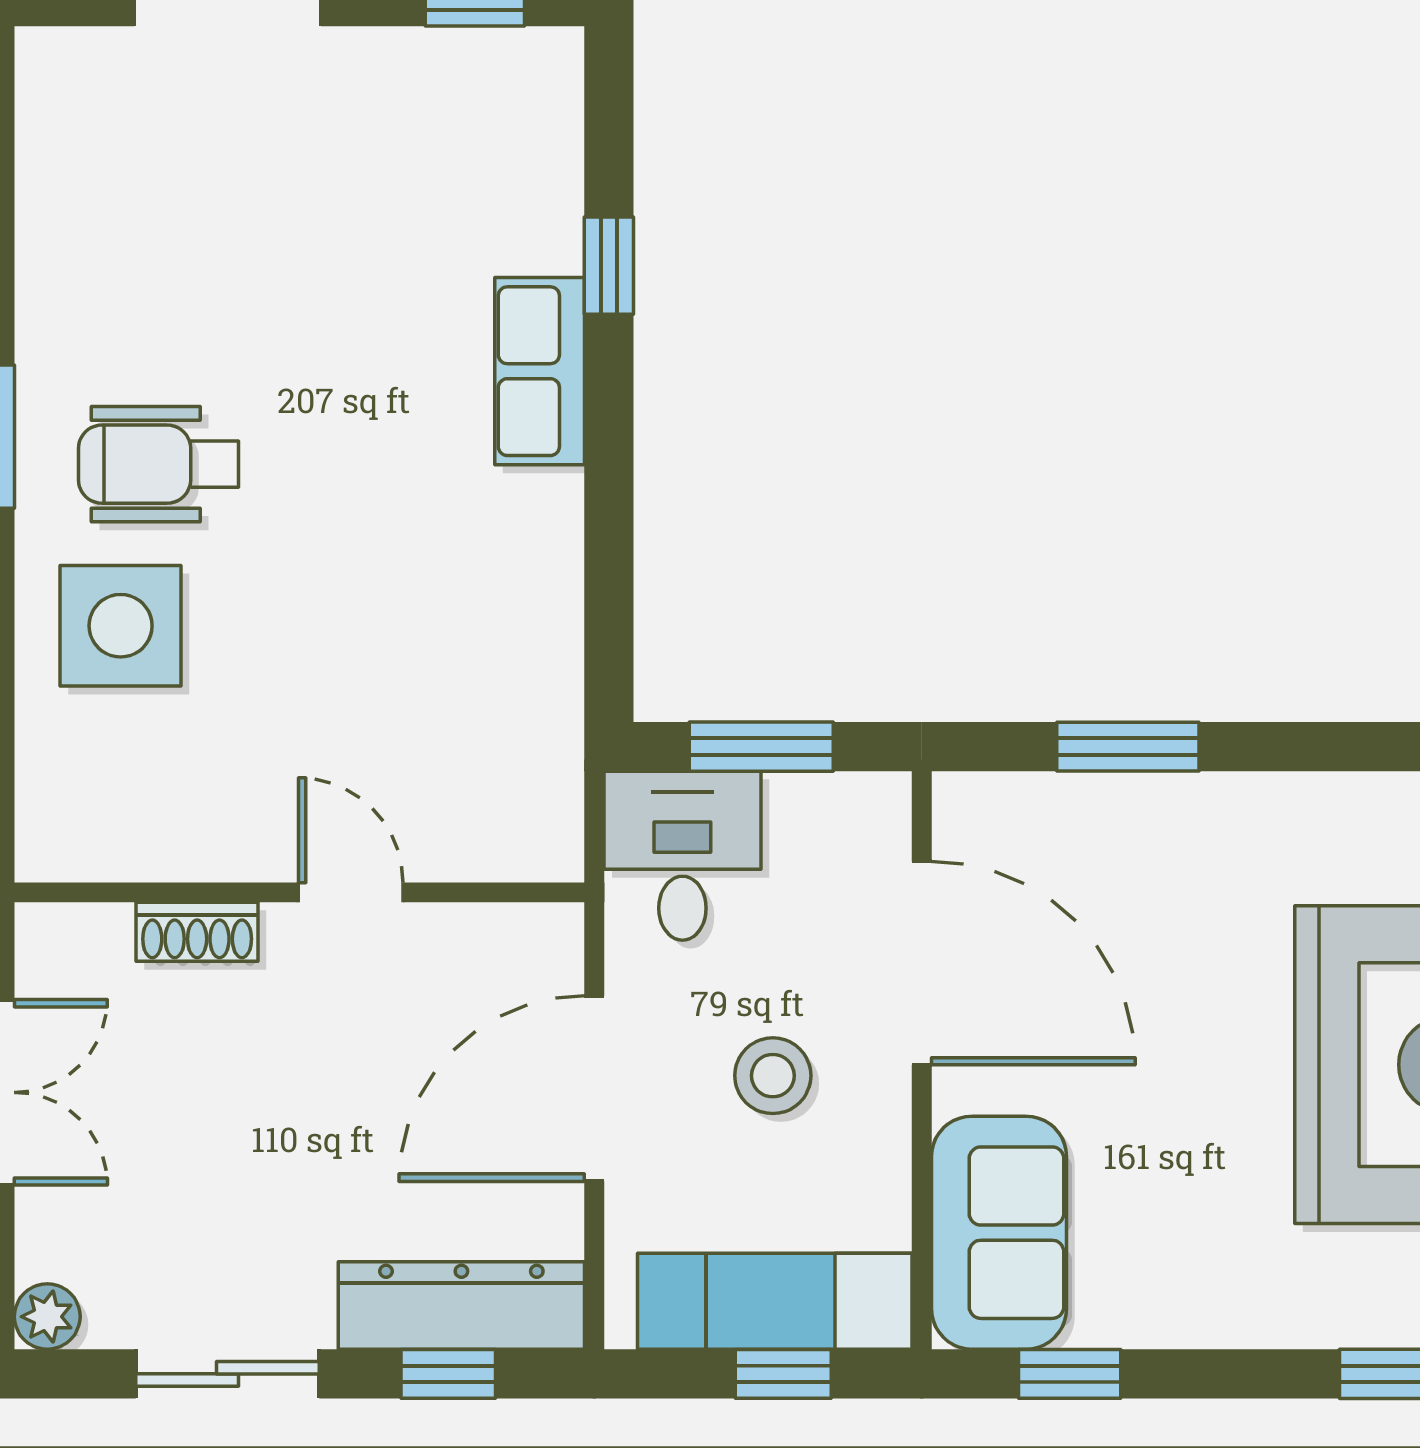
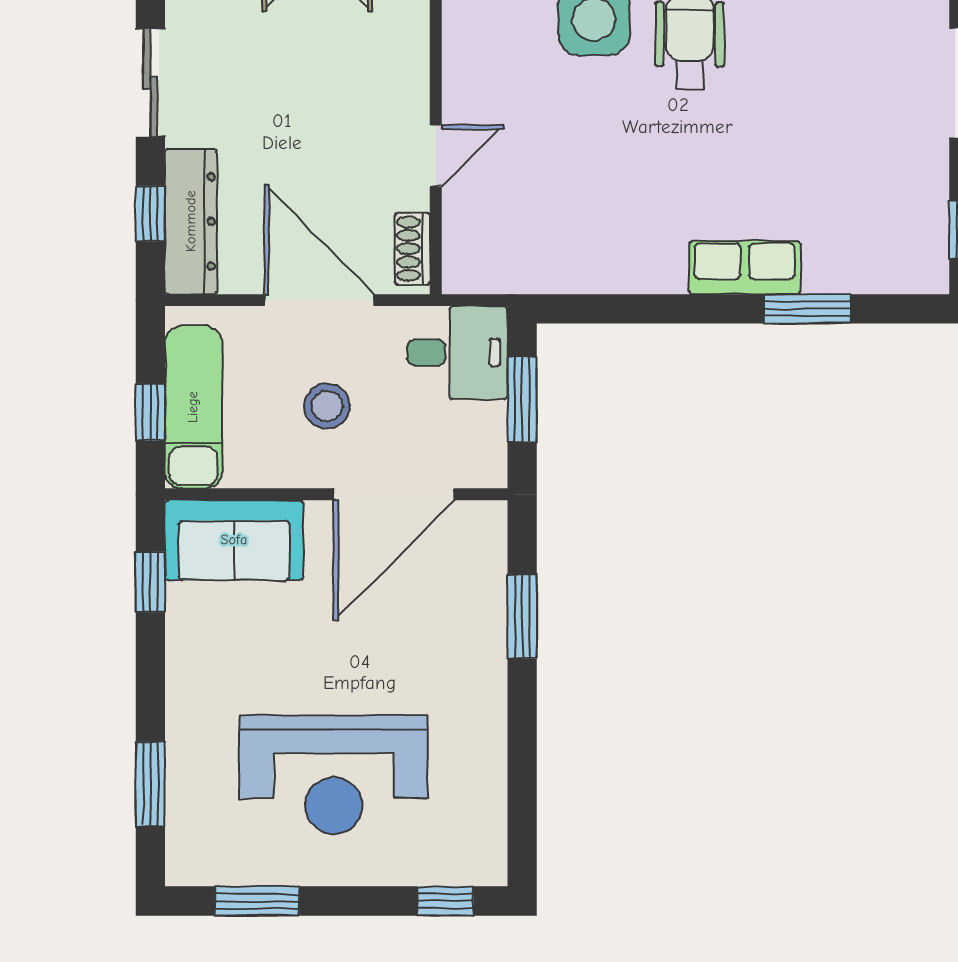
window: (609, 266) -> (807, 309), width x1.50
shoe rack: (197, 932) -> (412, 249), moved

